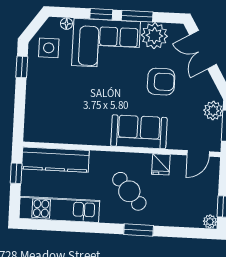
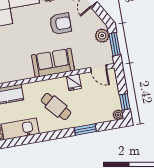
door: (198, 153) -> (99, 68), hinge flipped
window: (139, 230) -> (85, 130), moved

